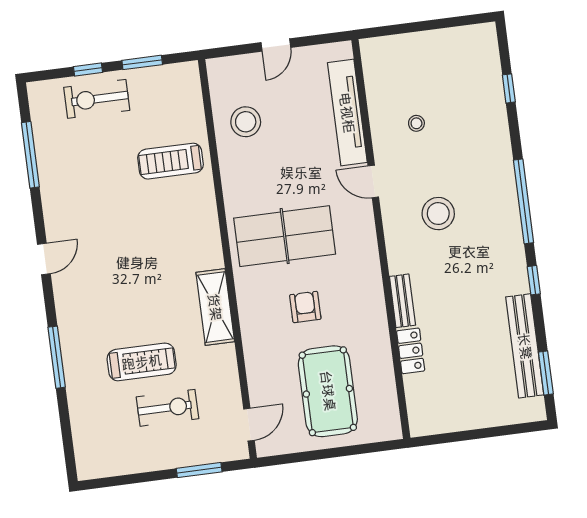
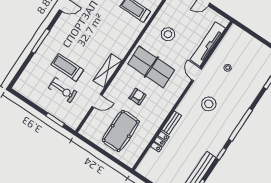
stool: (246, 122) -> (168, 34), moved
treadmill: (142, 362) -> (67, 67), turned 180
door: (249, 425) -> (97, 101), moved

